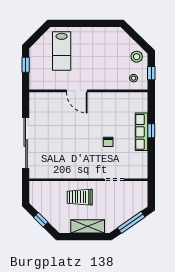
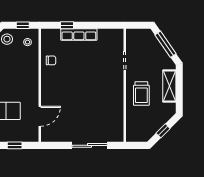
door: (77, 91) -> (40, 116), moved
window: (151, 131) -> (67, 25), moved
chair: (108, 142) -> (51, 60), moved
sliding door: (26, 143) -> (90, 145), width x0.73

